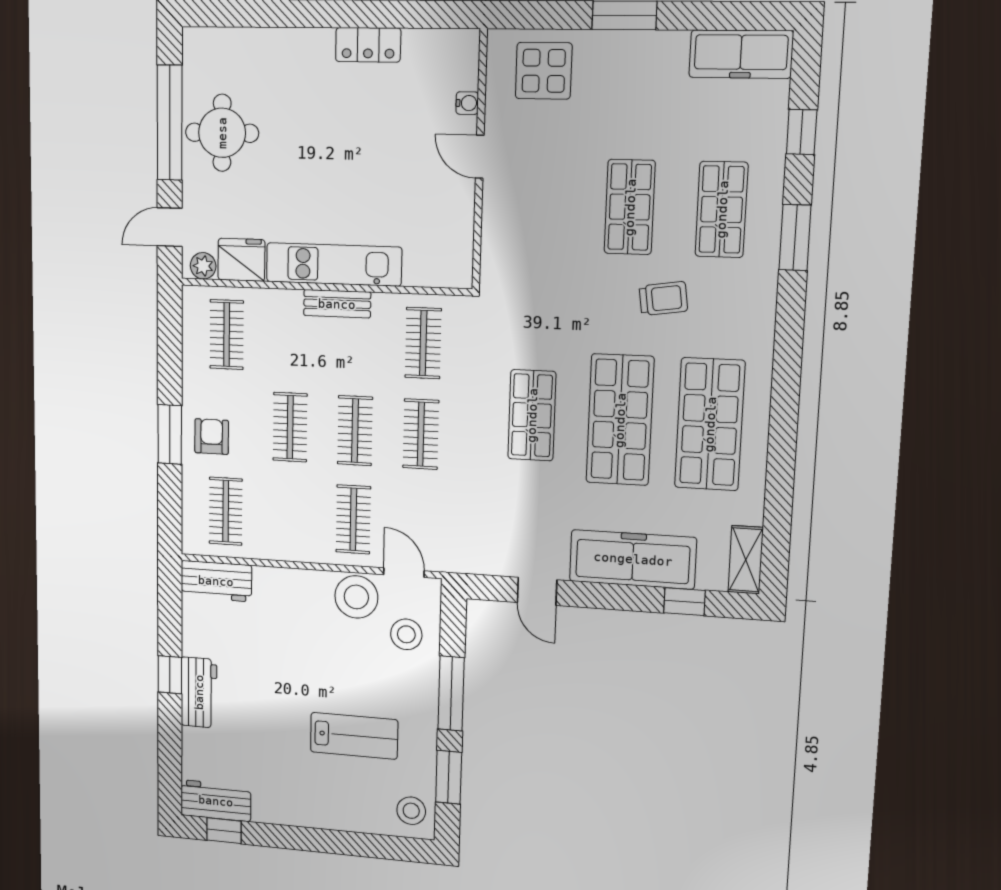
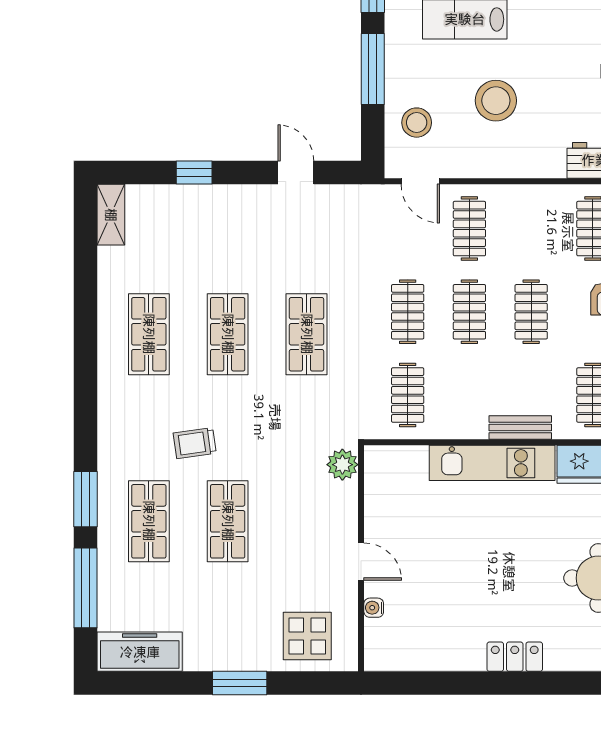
locker: (368, 45) -> (515, 657), moved
window: (802, 132) -> (86, 588), width x2.17
plant: (497, 268) -> (342, 465), added
bench: (337, 304) -> (520, 428), moved
shop shelf: (620, 420) -> (228, 334), width x0.70, depth x0.74
shop shelf: (710, 424) -> (149, 334), width x0.70, depth x0.74
freezer: (633, 559) -> (210, 208), removed
stool: (356, 597) -> (496, 101), moved
window: (684, 602) -> (194, 173), moved

